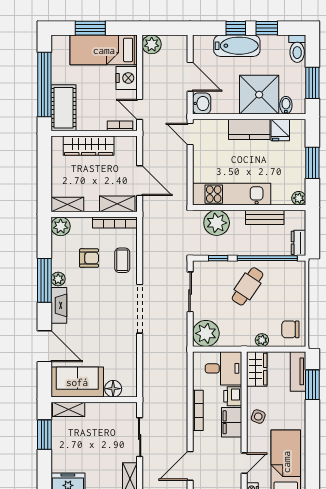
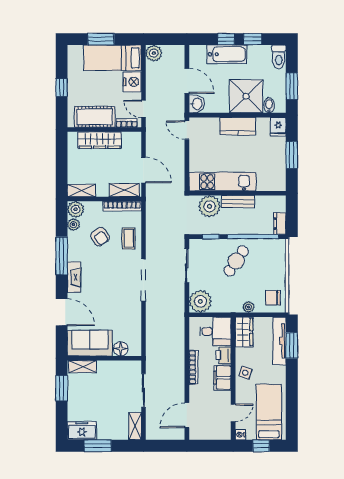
window: (44, 85) -> (62, 88), width x0.32
cot: (63, 108) -> (95, 117), moved, turned 90
fridge: (280, 130) -> (278, 127), moved
plant: (299, 198) -> (280, 185), removed
bench: (265, 217) -> (238, 202), moved
armchair: (89, 258) -> (100, 237), turned 56
plant: (58, 279) -> (73, 225), moved
tv unit: (298, 371) -> (279, 341), width x1.41

